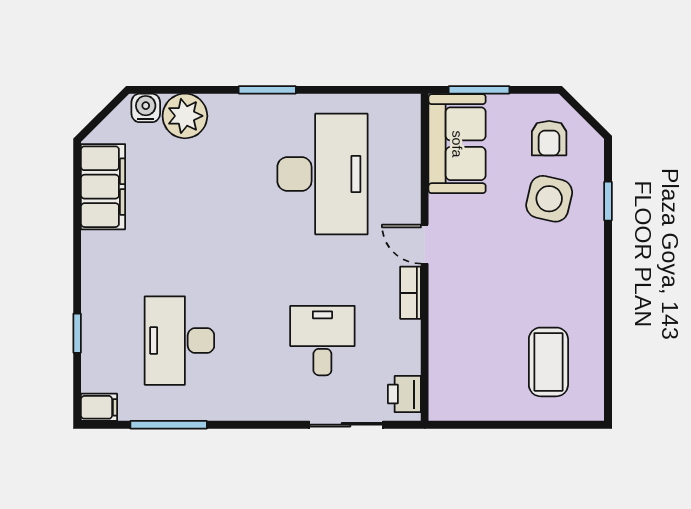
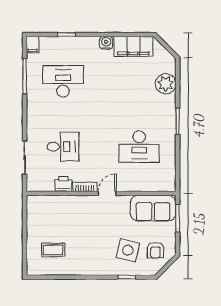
water cooler: (146, 108) -> (106, 43), moved, turned -90
armchair: (549, 138) -> (155, 250), turned -90
desk: (322, 174) -> (139, 147), width x0.73, depth x0.77
coffee table: (548, 362) -> (53, 250), width x0.73, depth x0.77
printer: (404, 394) -> (64, 184), moved

